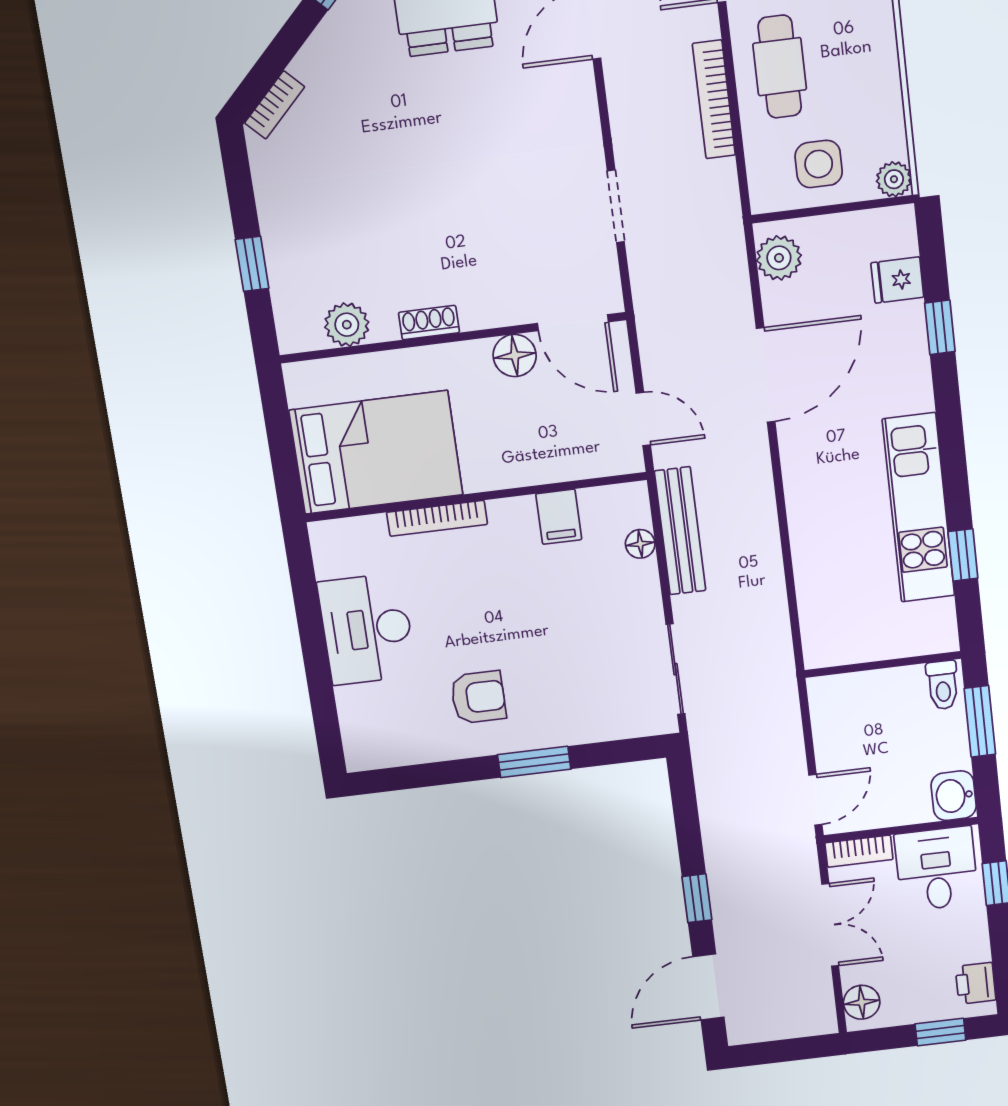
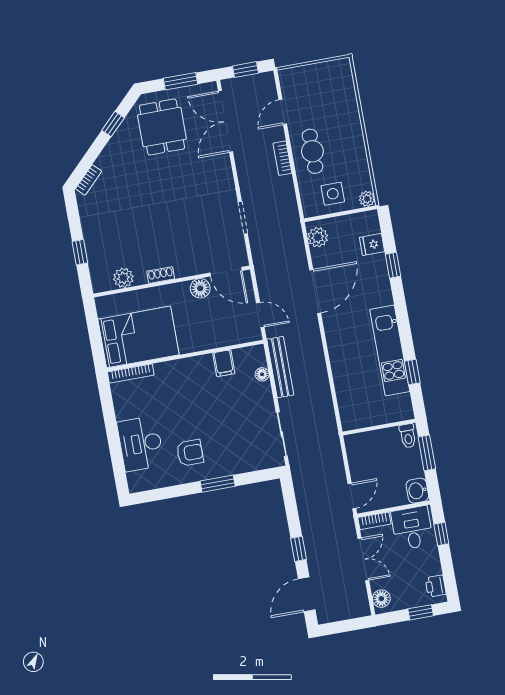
bookcase: (714, 99) -> (282, 158), width x0.64
bookcase: (437, 518) -> (131, 373), moved
desk: (367, 629) -> (141, 444), moved

